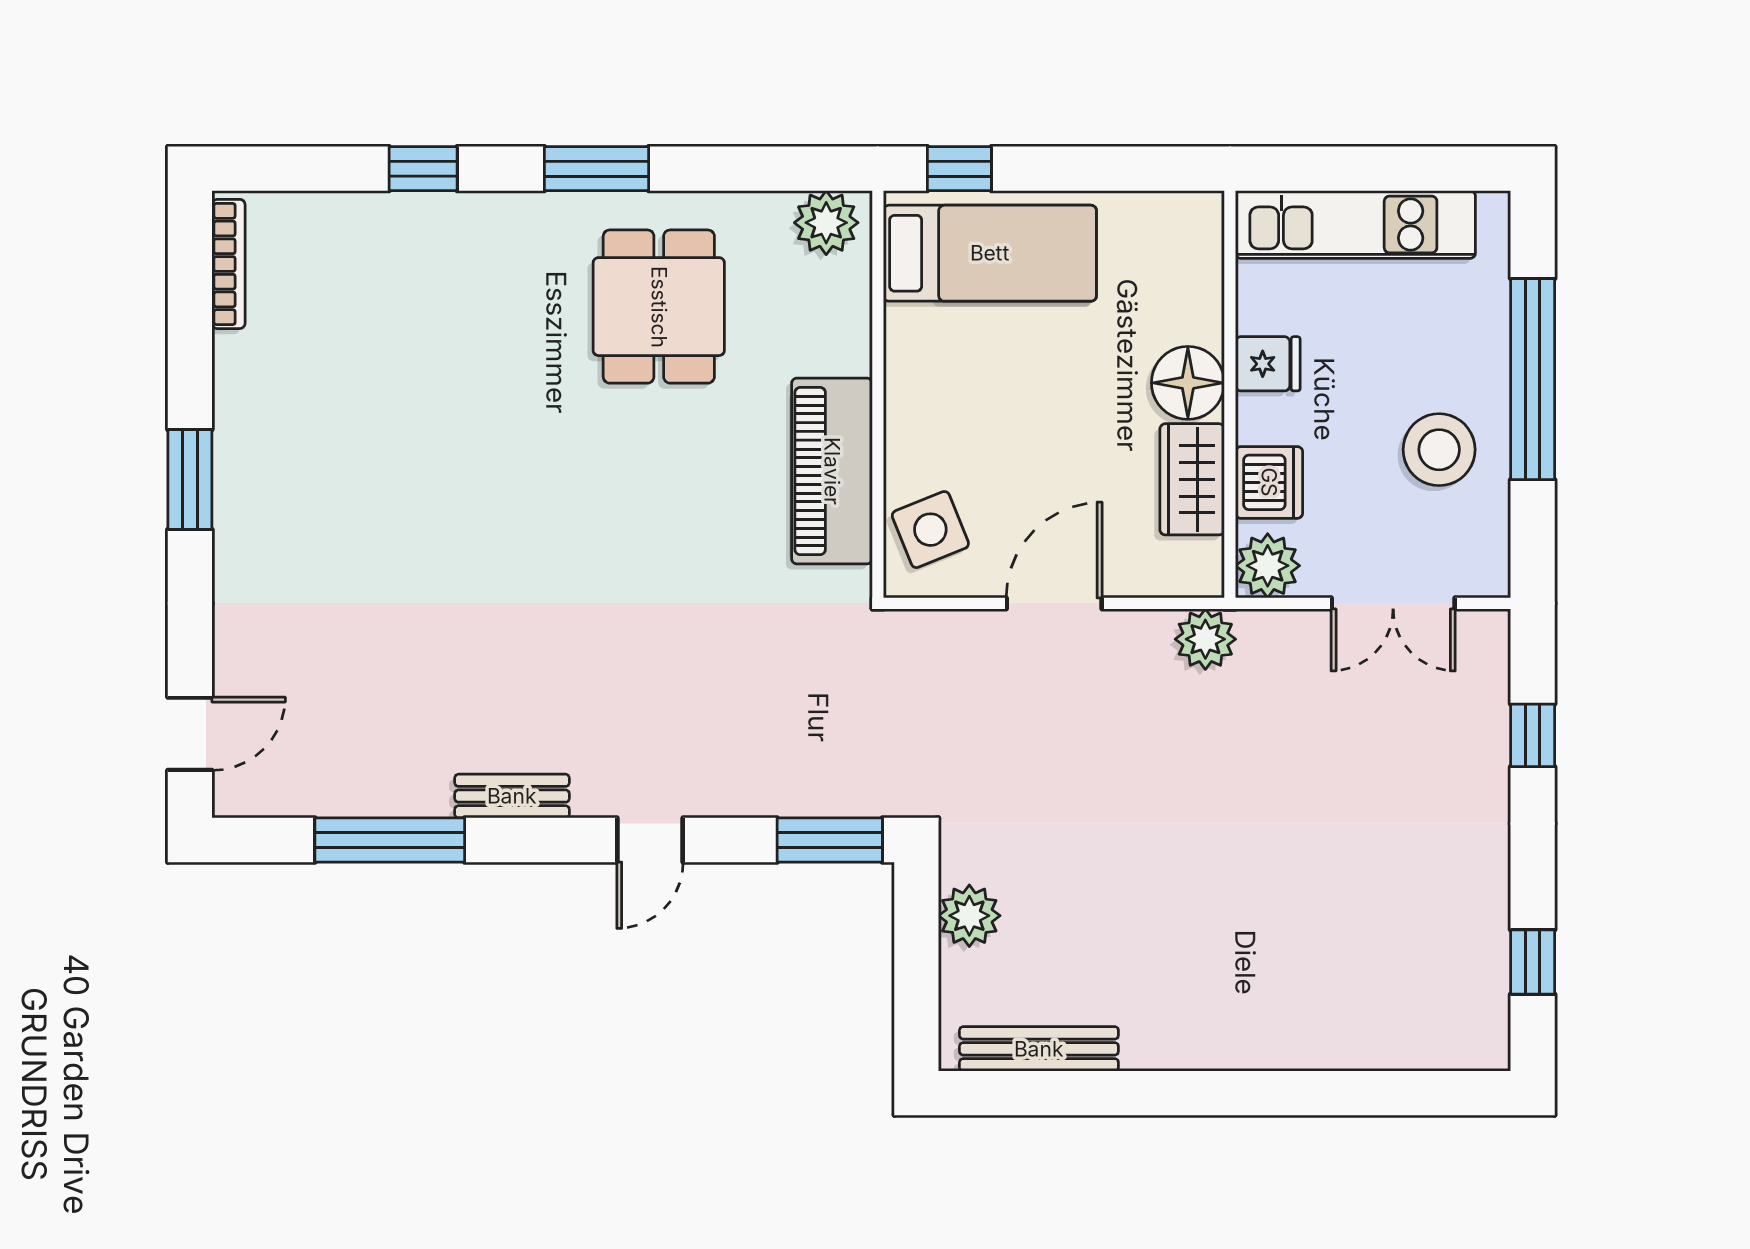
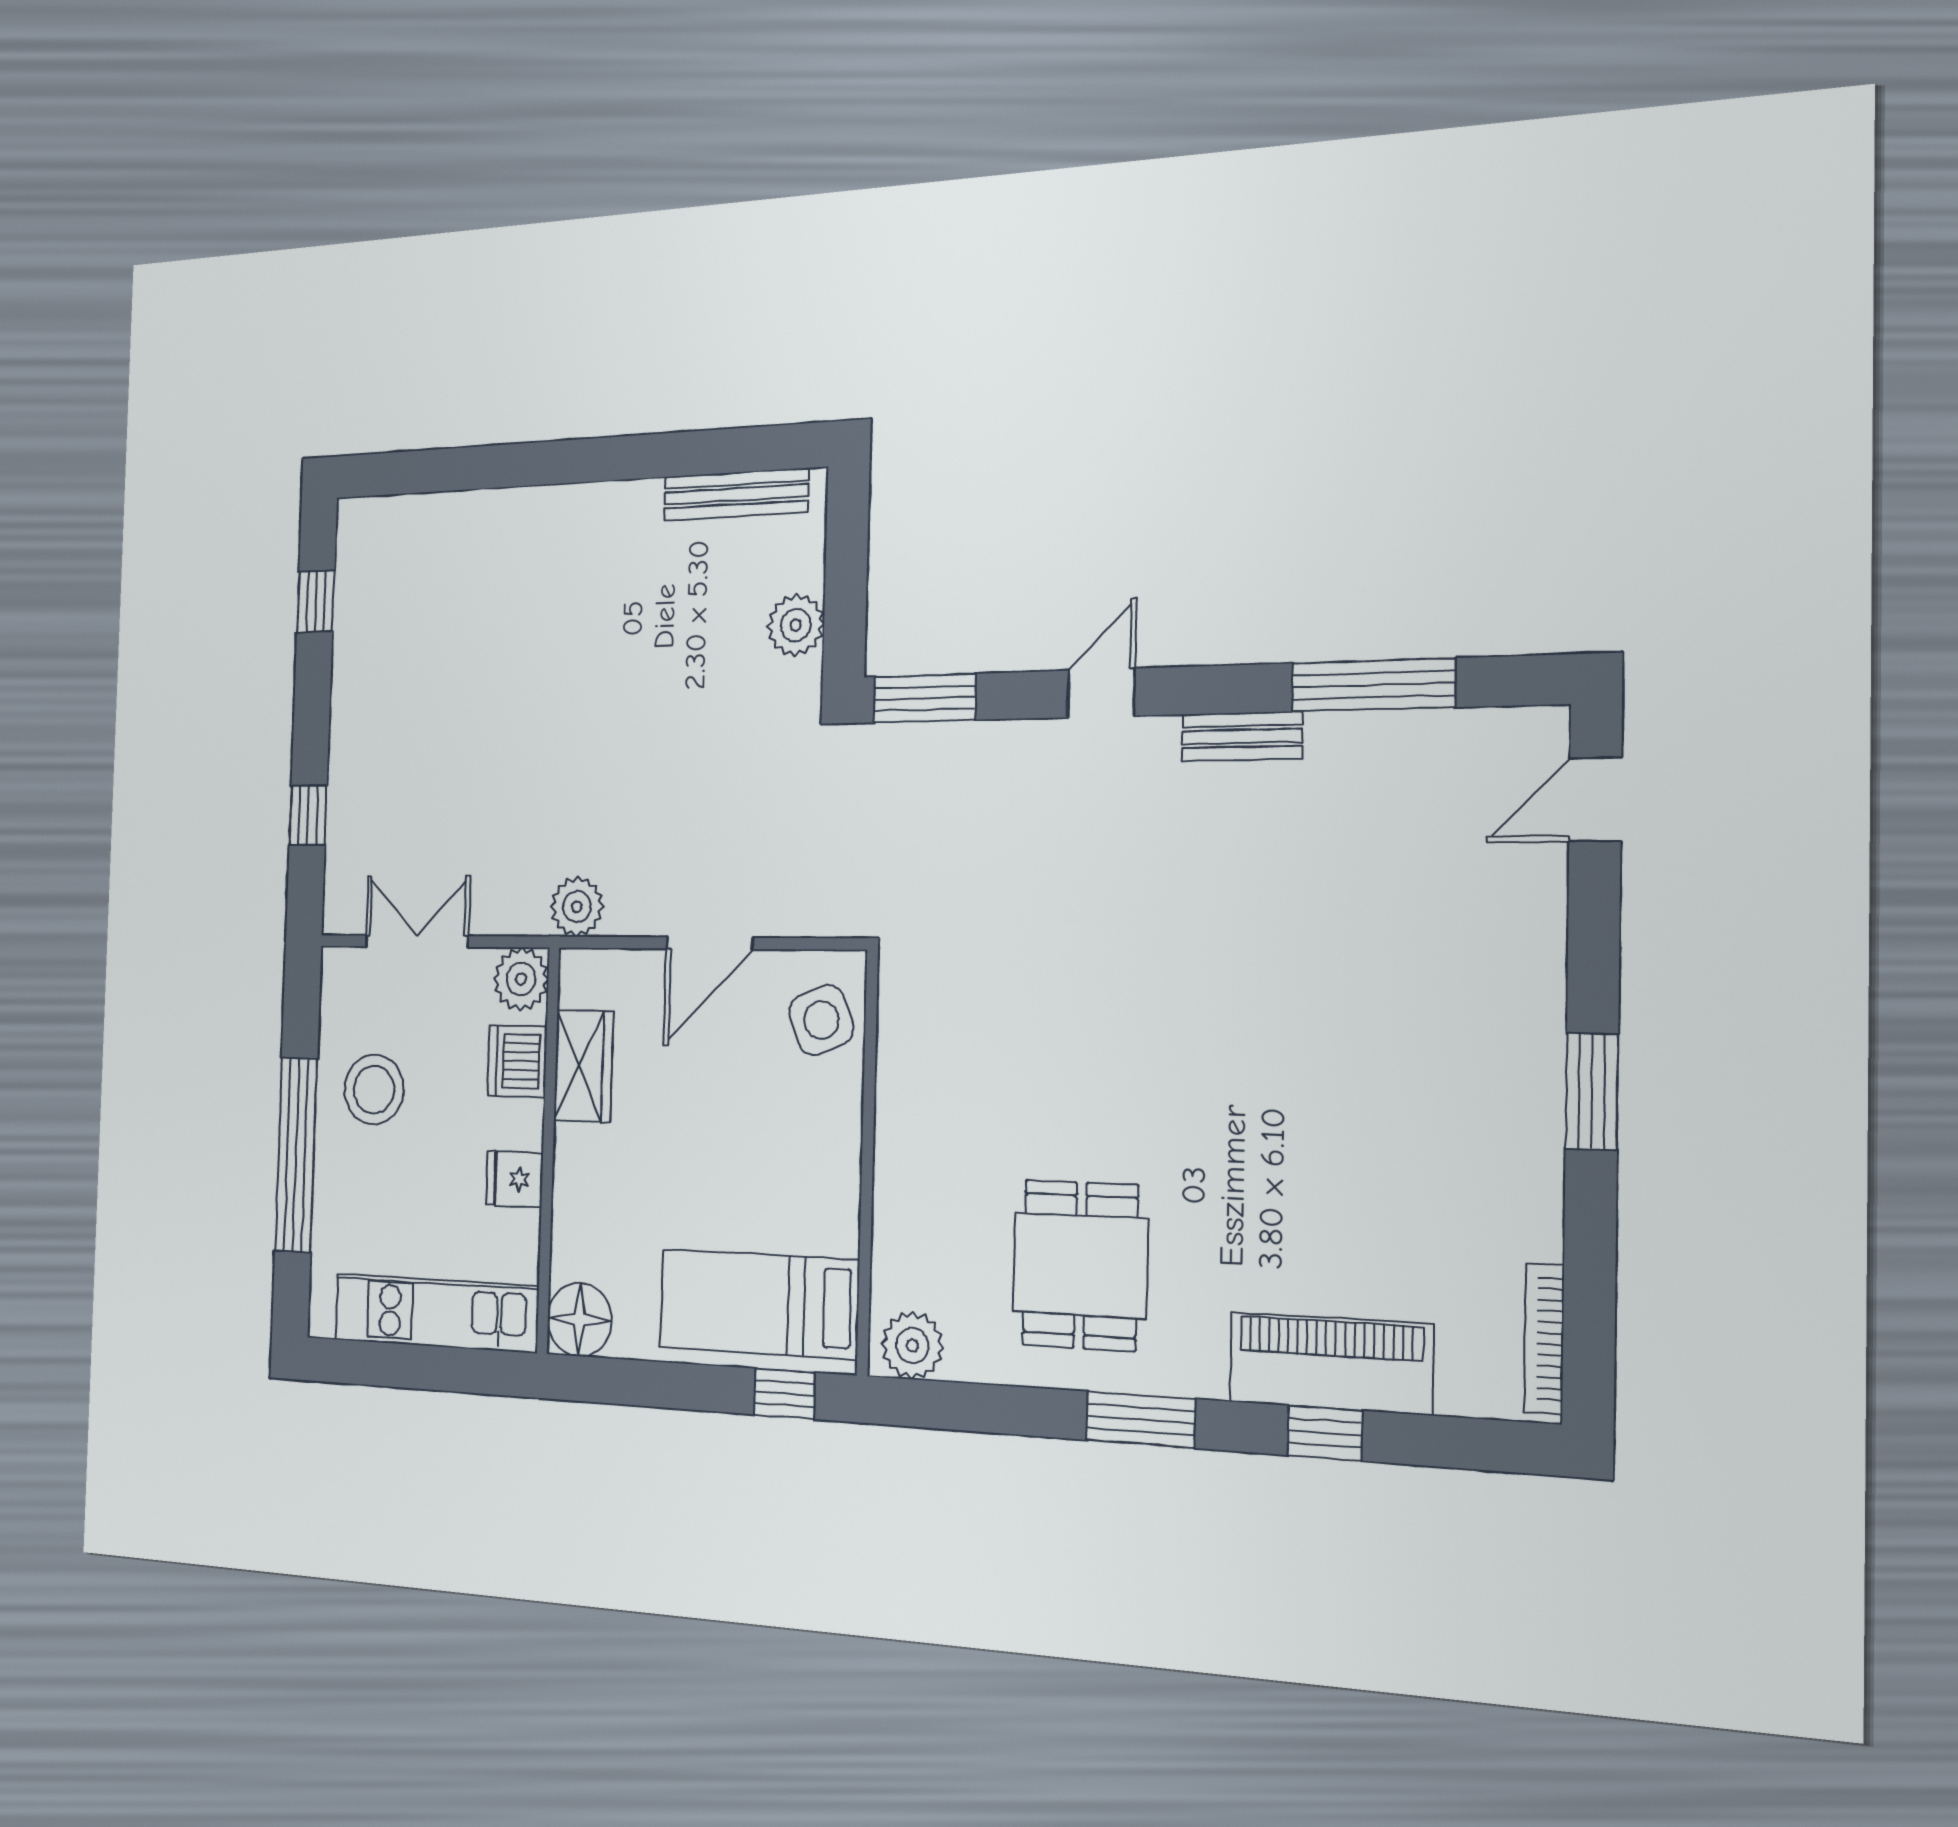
floor lamp: (1188, 383) -> (579, 1319), moved
piano: (832, 471) -> (1331, 1363), moved, turned -90

